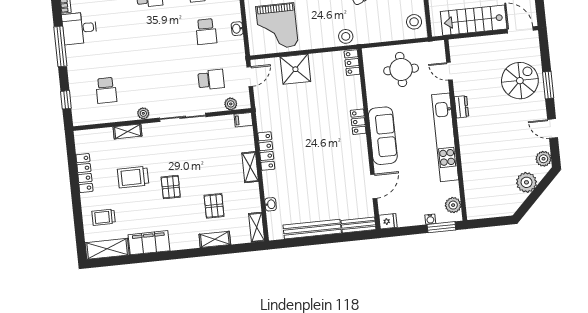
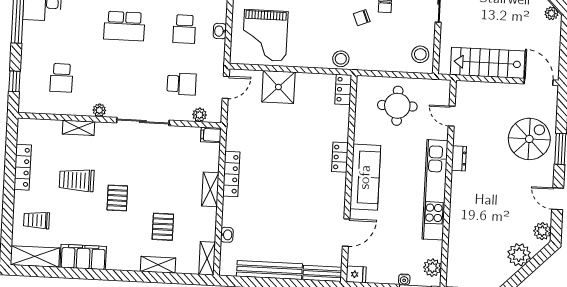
school desk: (154, 37) -> (124, 26), added

